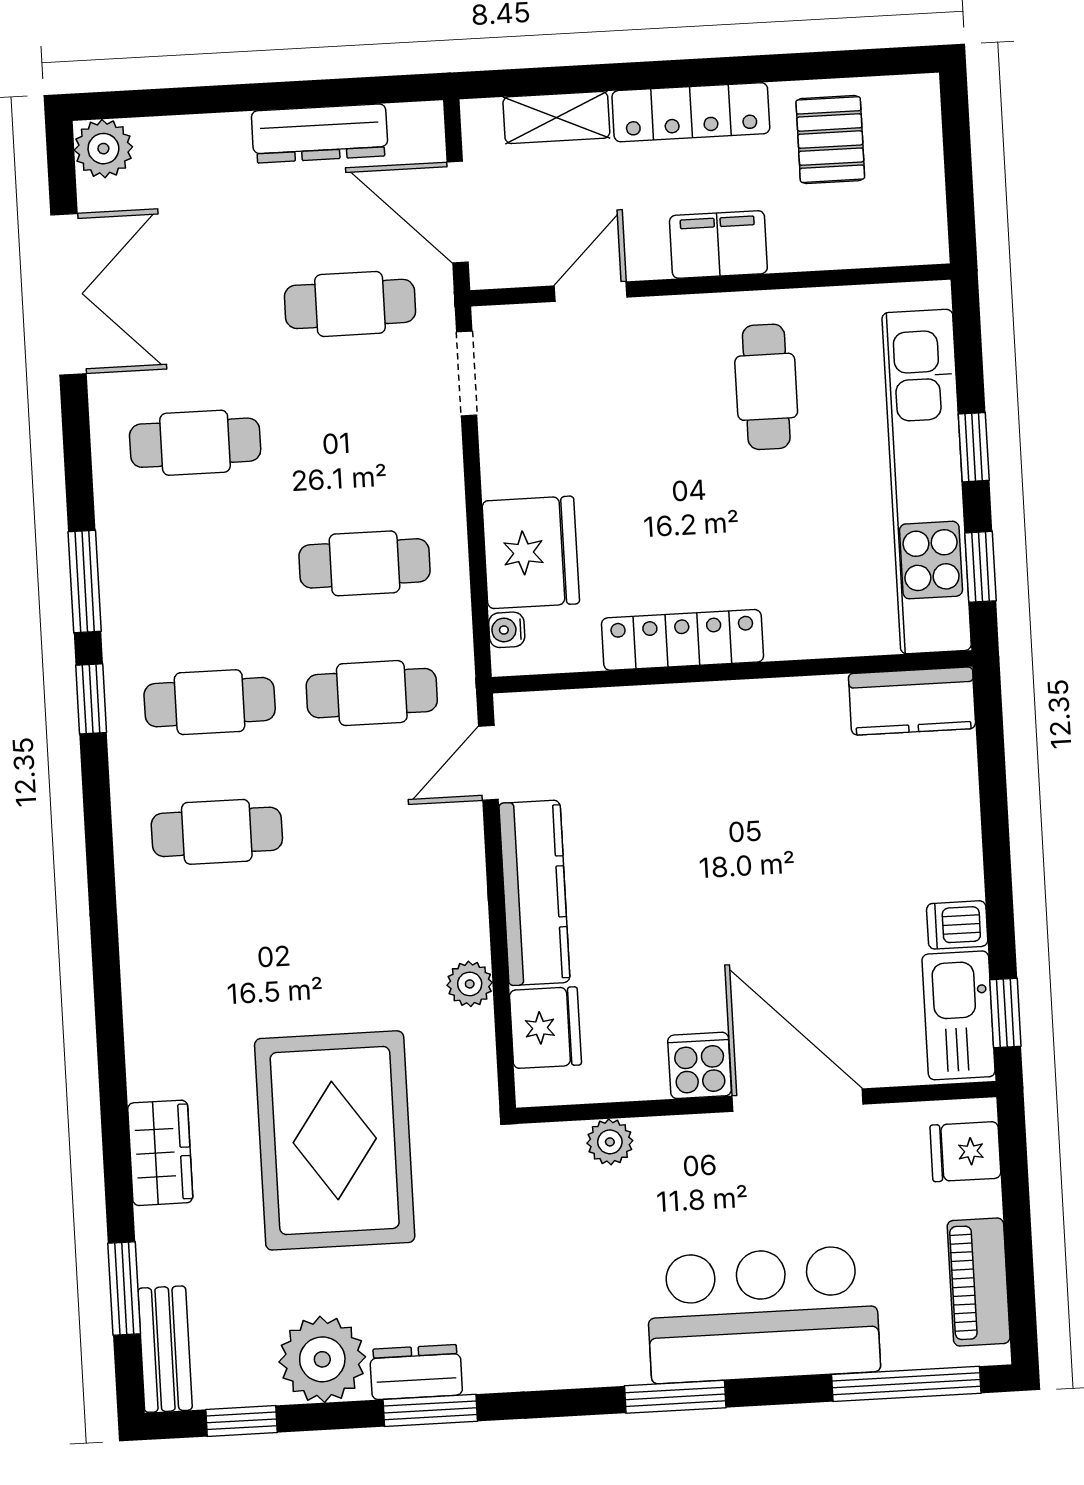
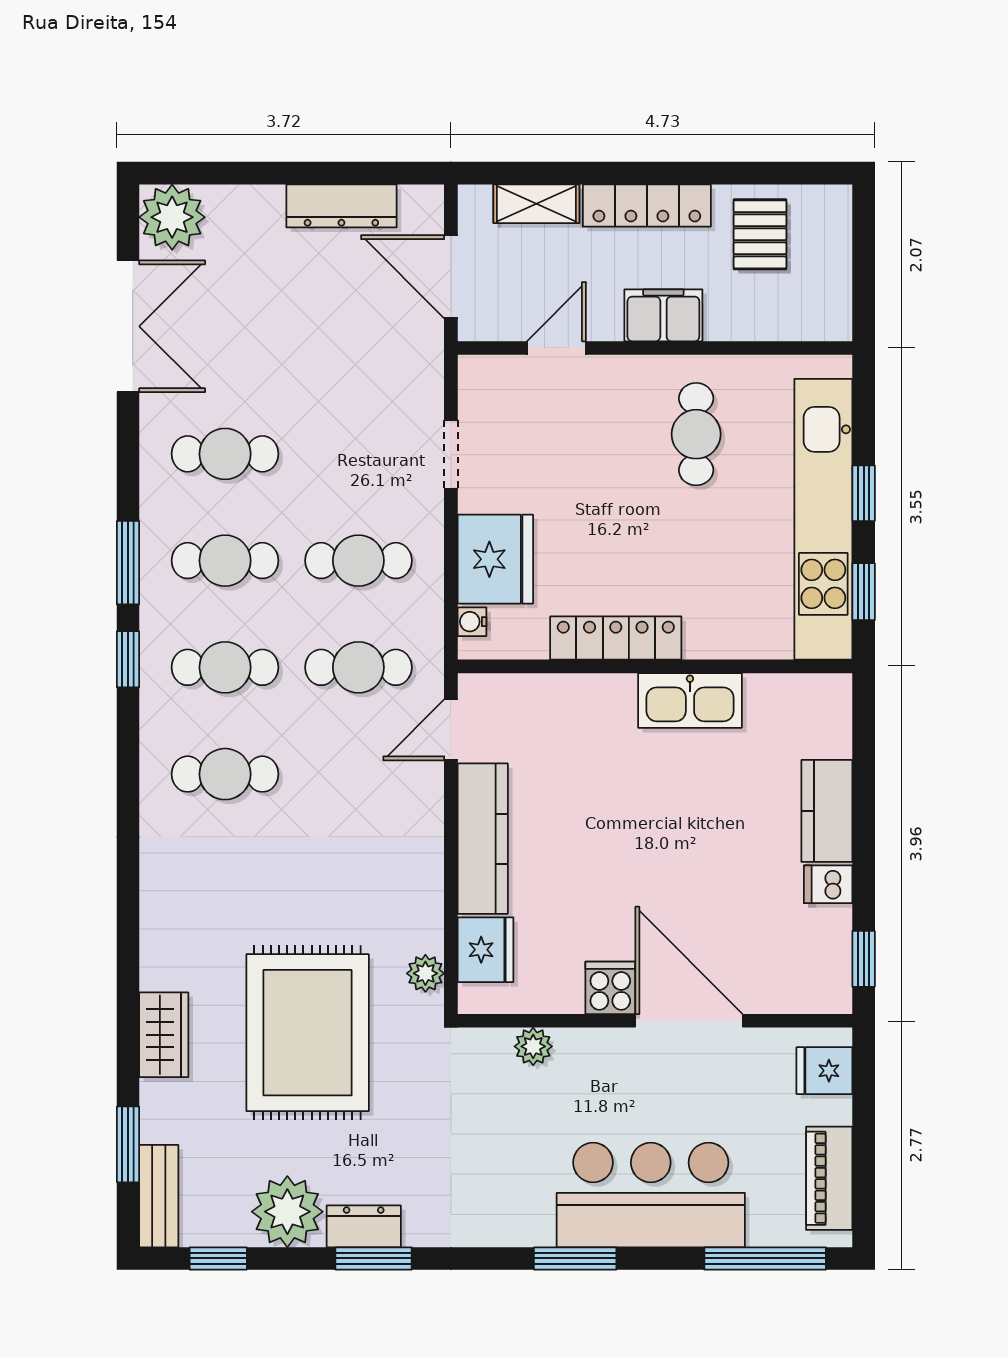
plant: (103, 149) -> (172, 217), width x1.36, depth x1.36
cafe table: (350, 304) -> (225, 561), moved
doorway: (467, 374) -> (451, 455), moved
kitchen counter: (912, 701) -> (827, 811), moved, turned 90
plant: (470, 984) -> (425, 973), moved
kitchen sink: (959, 1015) -> (690, 701), moved, turned -90

